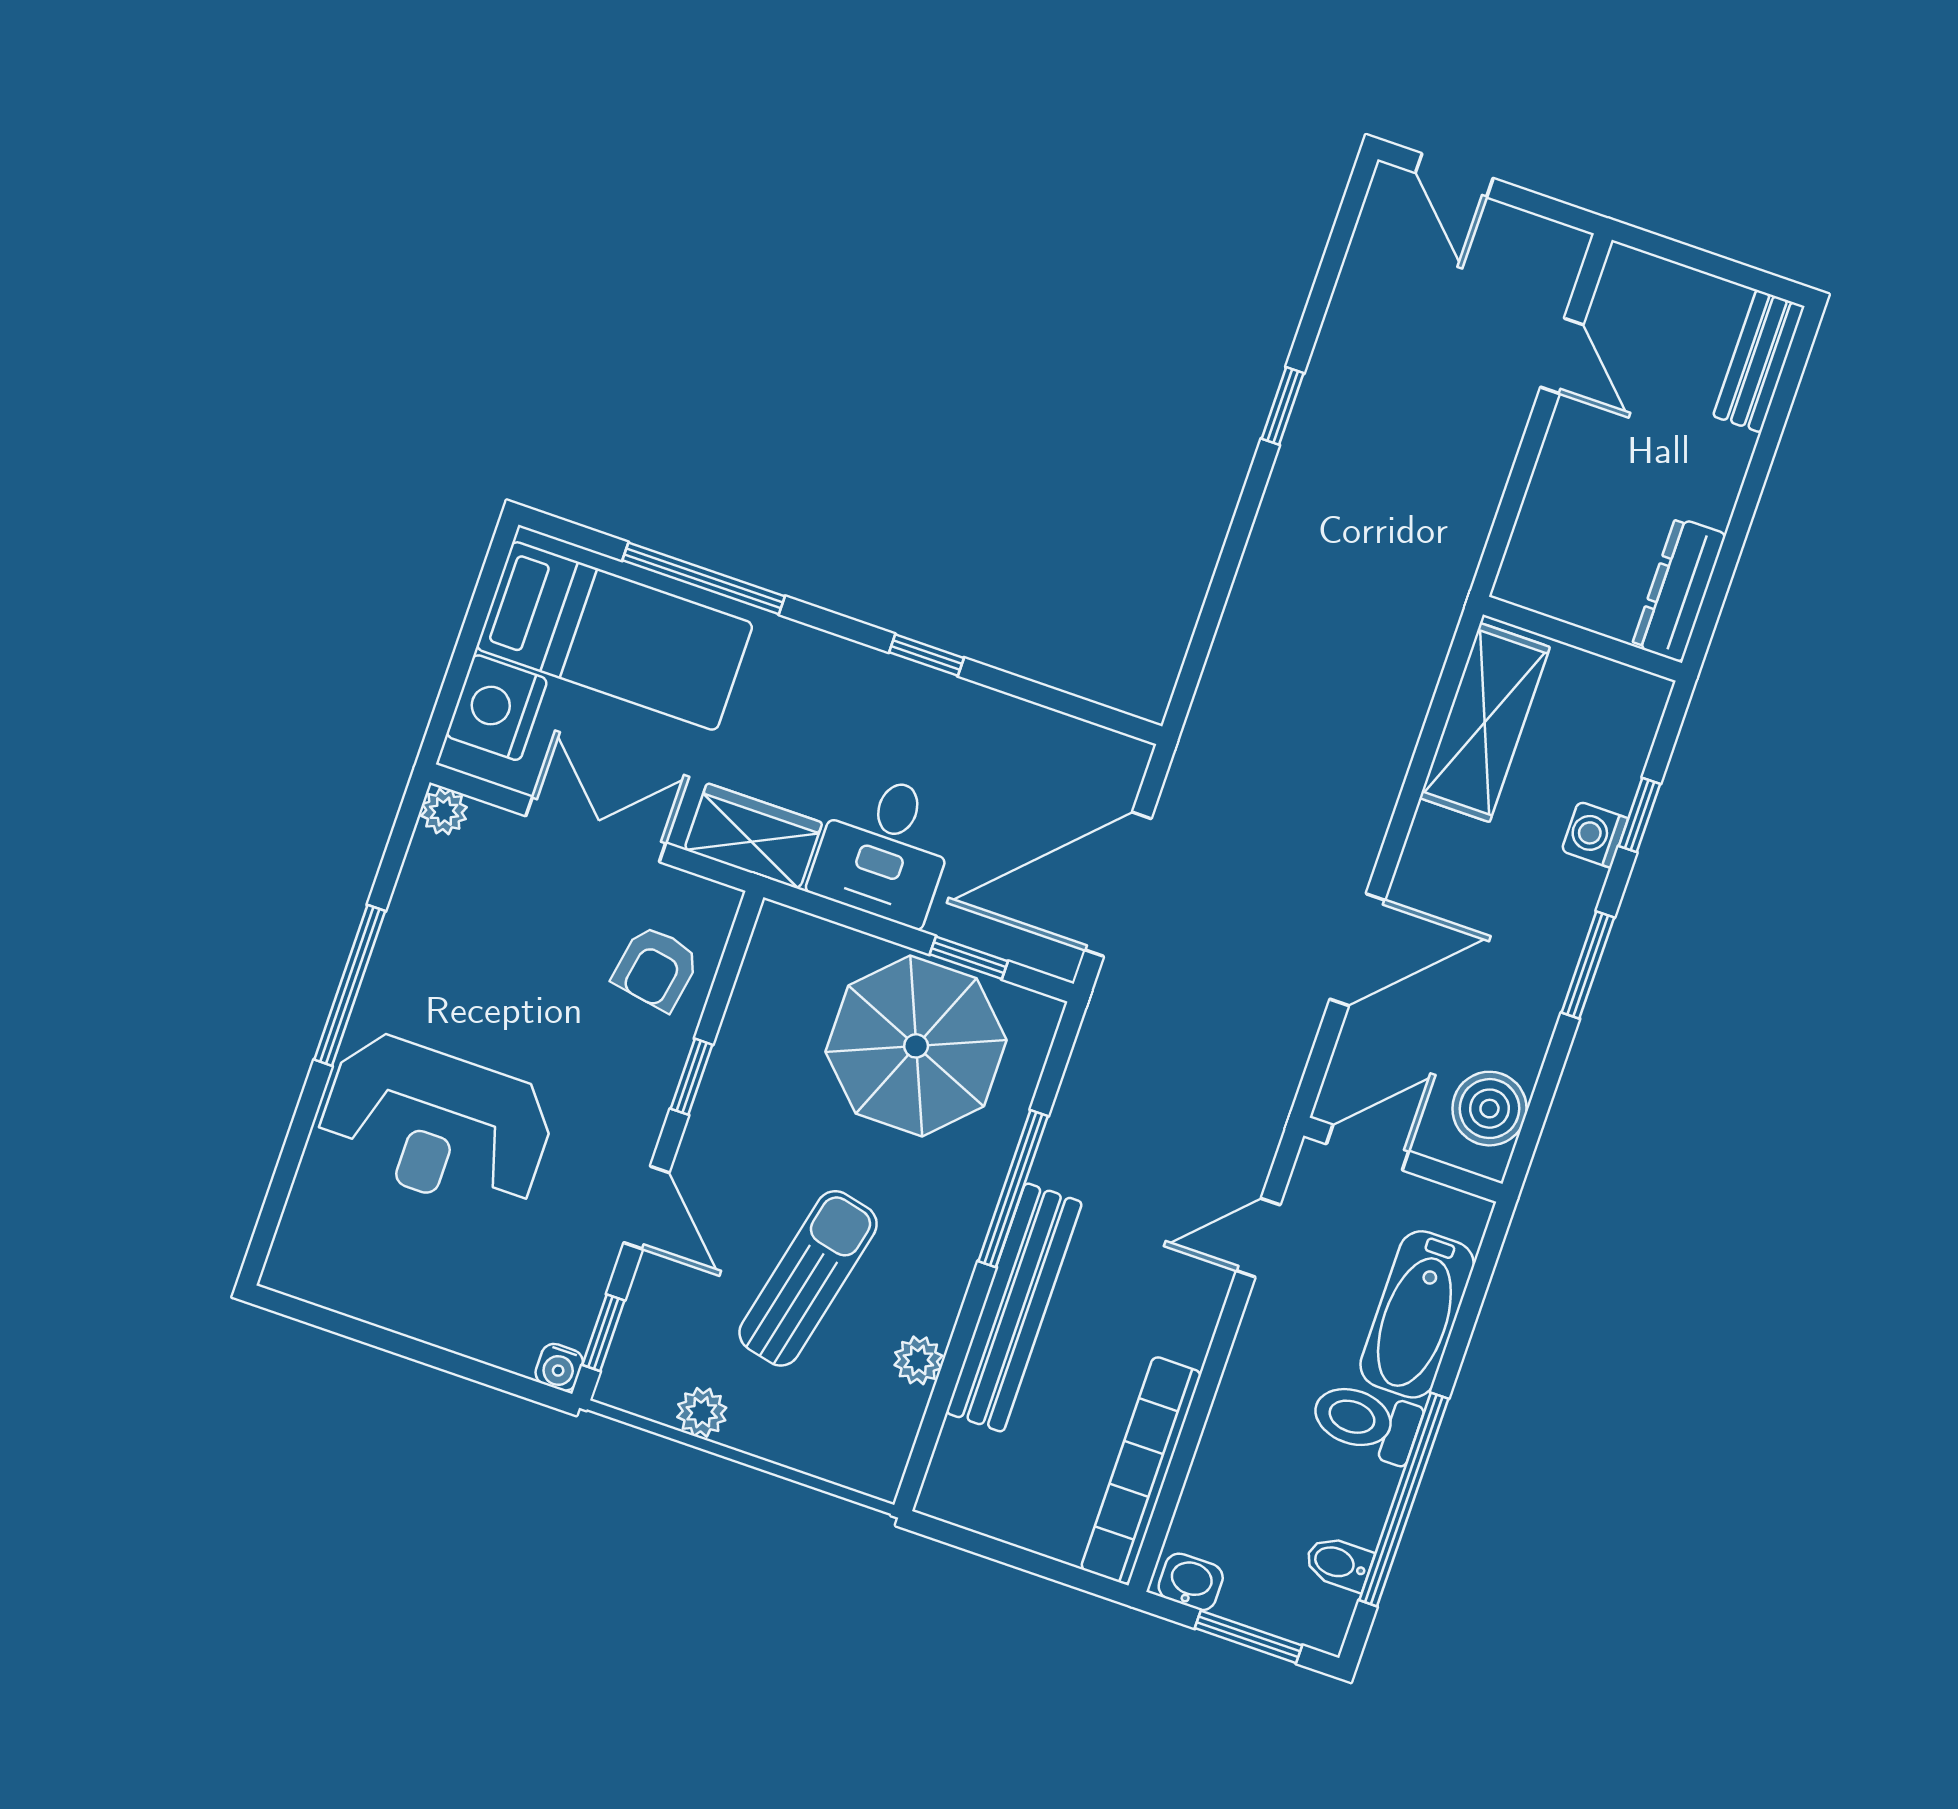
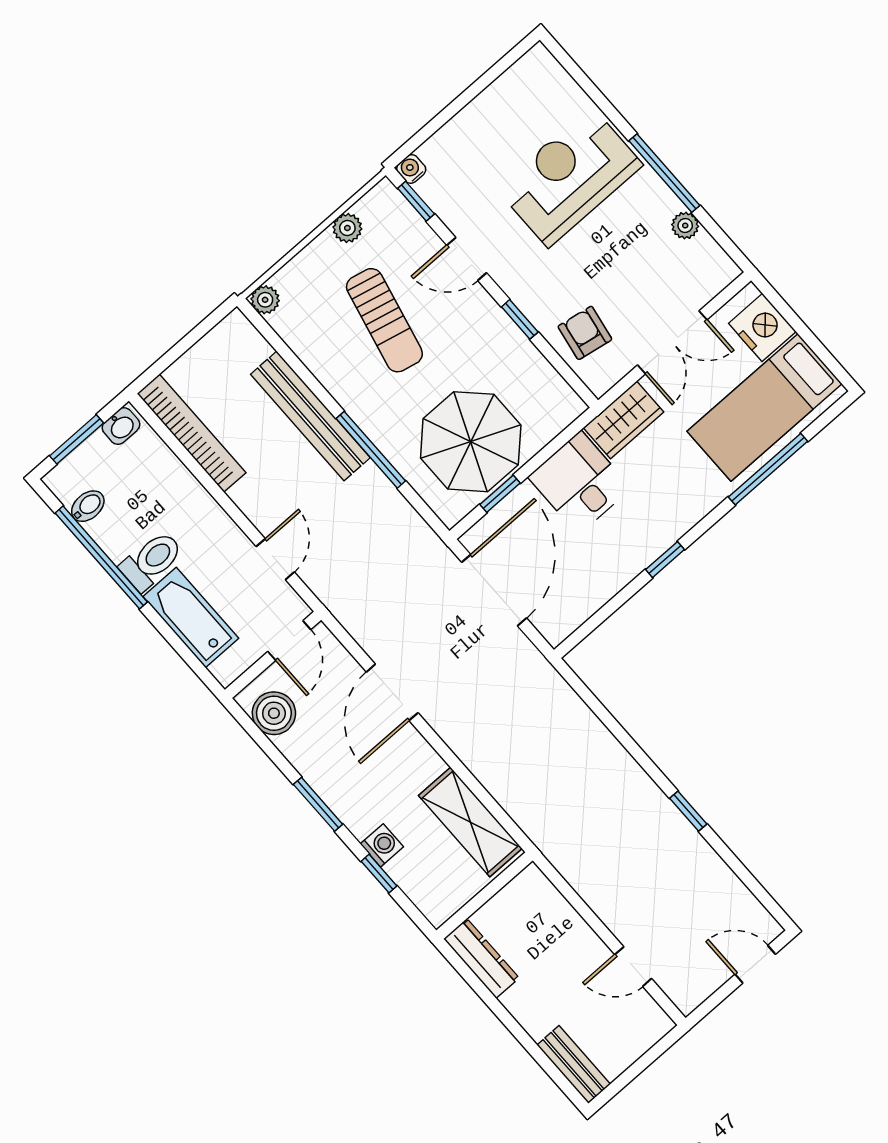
plant: (444, 811) -> (685, 225), moved
plant: (918, 1360) -> (265, 300), moved

